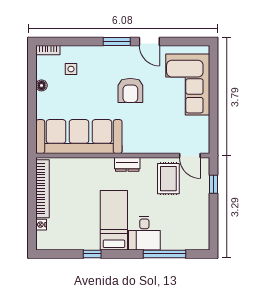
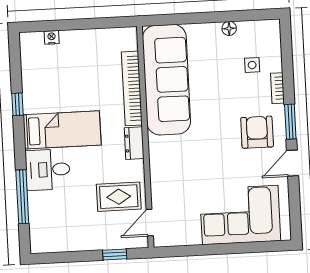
bookcase: (48, 50) -> (277, 88), moved
armchair: (130, 90) -> (257, 132), moved, turned 90
bookcase: (43, 189) -> (132, 88), moved, turned 90

